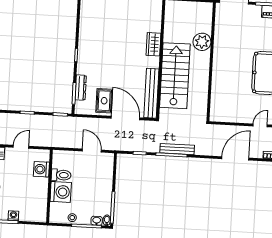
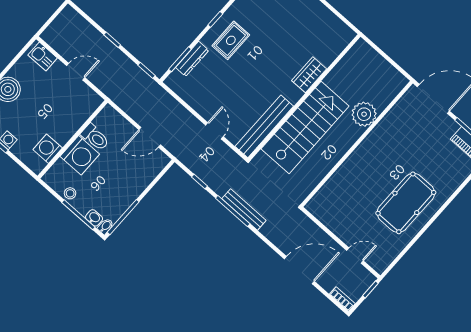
rug: (104, 101) -> (231, 40), moved
door: (125, 118) -> (215, 131), width x0.53
door: (92, 151) -> (150, 137), swing flipped
washing machine: (41, 169) -> (48, 149), moved

